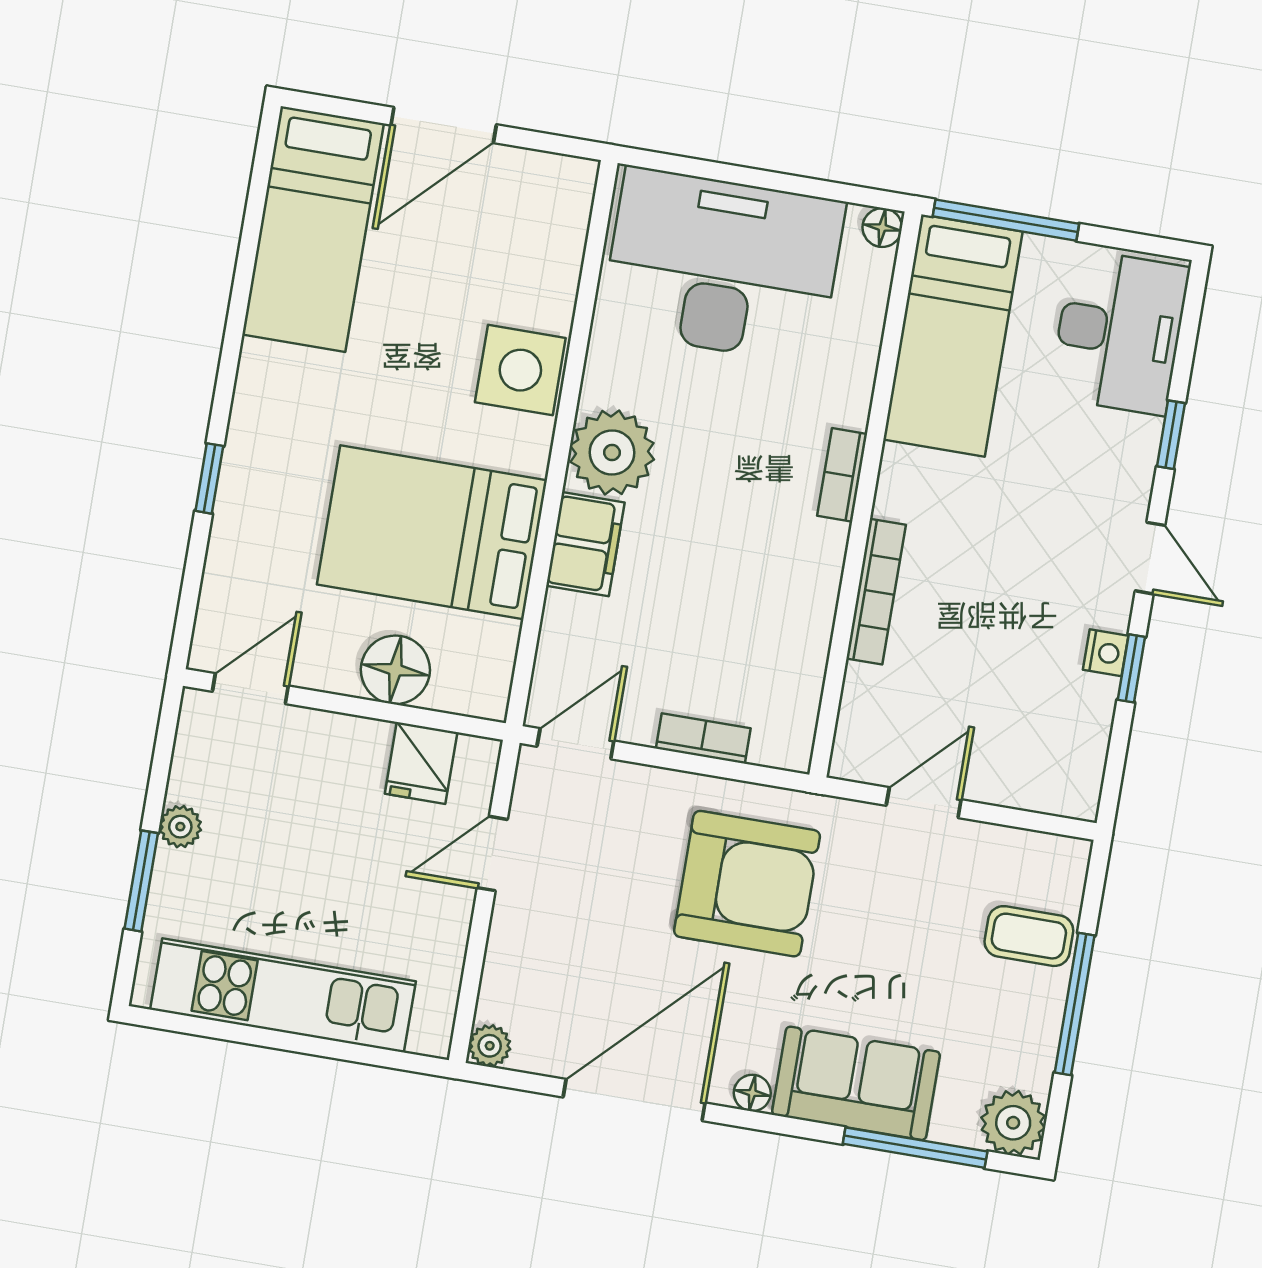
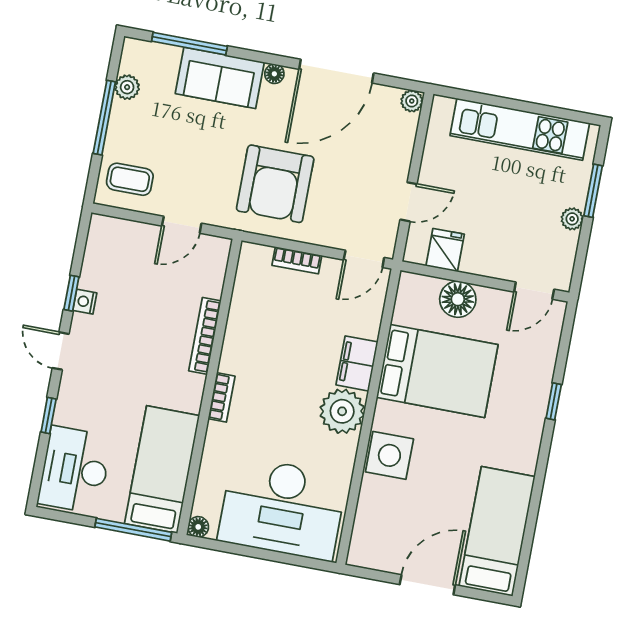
armchair: (747, 884) -> (275, 184), turned -90
coffee table: (1029, 936) -> (130, 179), moved
plant: (1013, 1123) -> (127, 87), moved, width x0.73, depth x0.73

